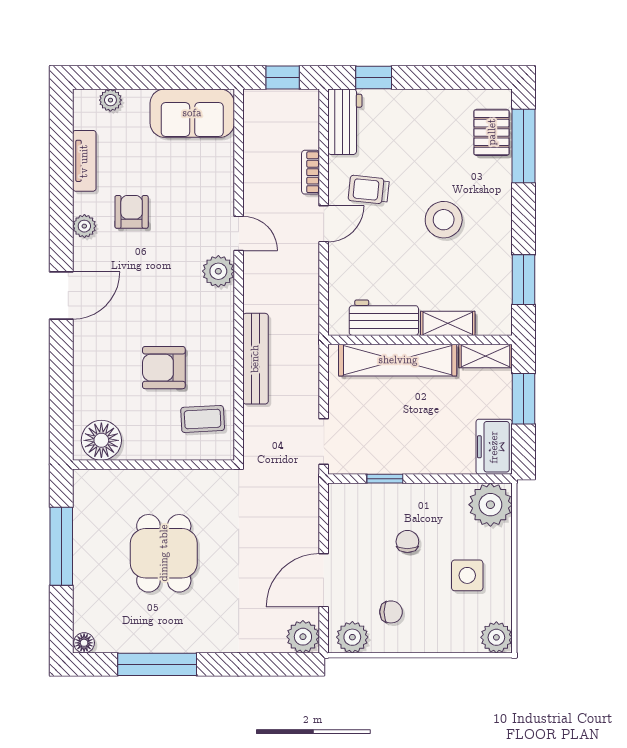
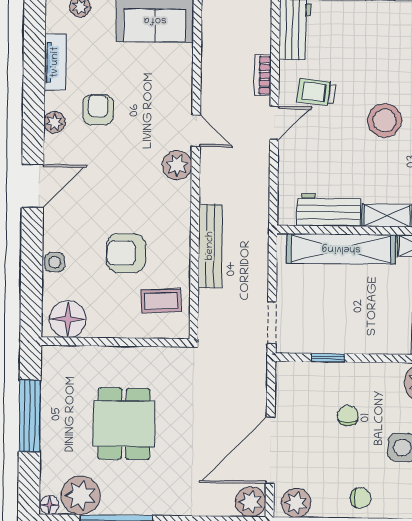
side table: (86, 378) -> (55, 262), added
door: (324, 580) -> (270, 450), width x1.36
chair: (391, 612) -> (361, 498), moved
plant: (118, 632) -> (81, 495), added

